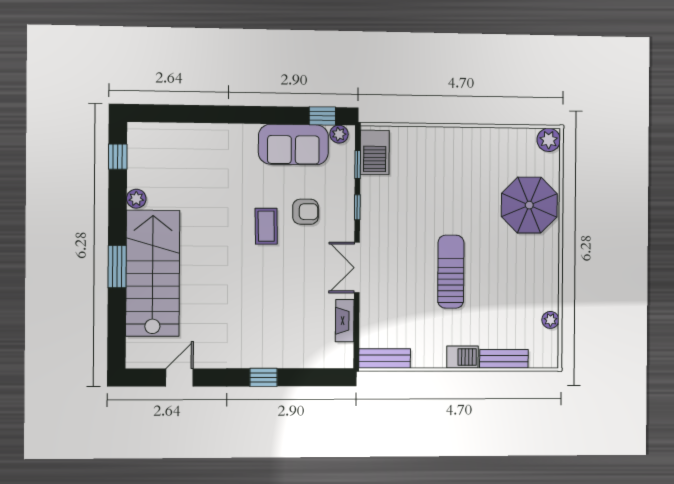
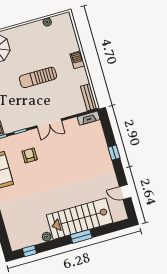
coffee table: (266, 226) -> (42, 172), removed
fireplace: (345, 321) -> (89, 118), moved
bench: (504, 359) -> (72, 39), removed

